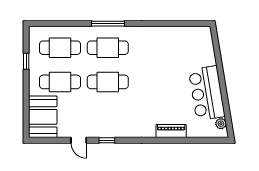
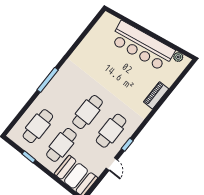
cafe table: (108, 48) -> (111, 131), moved
bar counter: (207, 93) -> (142, 46), width x1.36
door: (79, 140) -> (112, 164), hinge flipped

